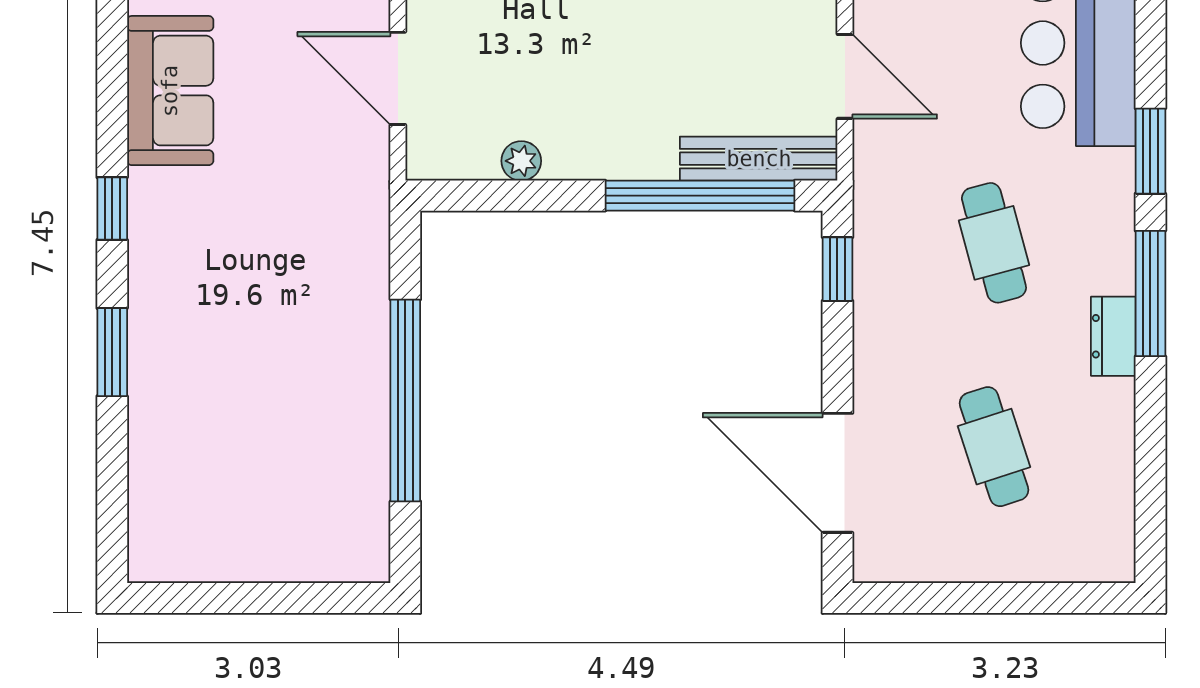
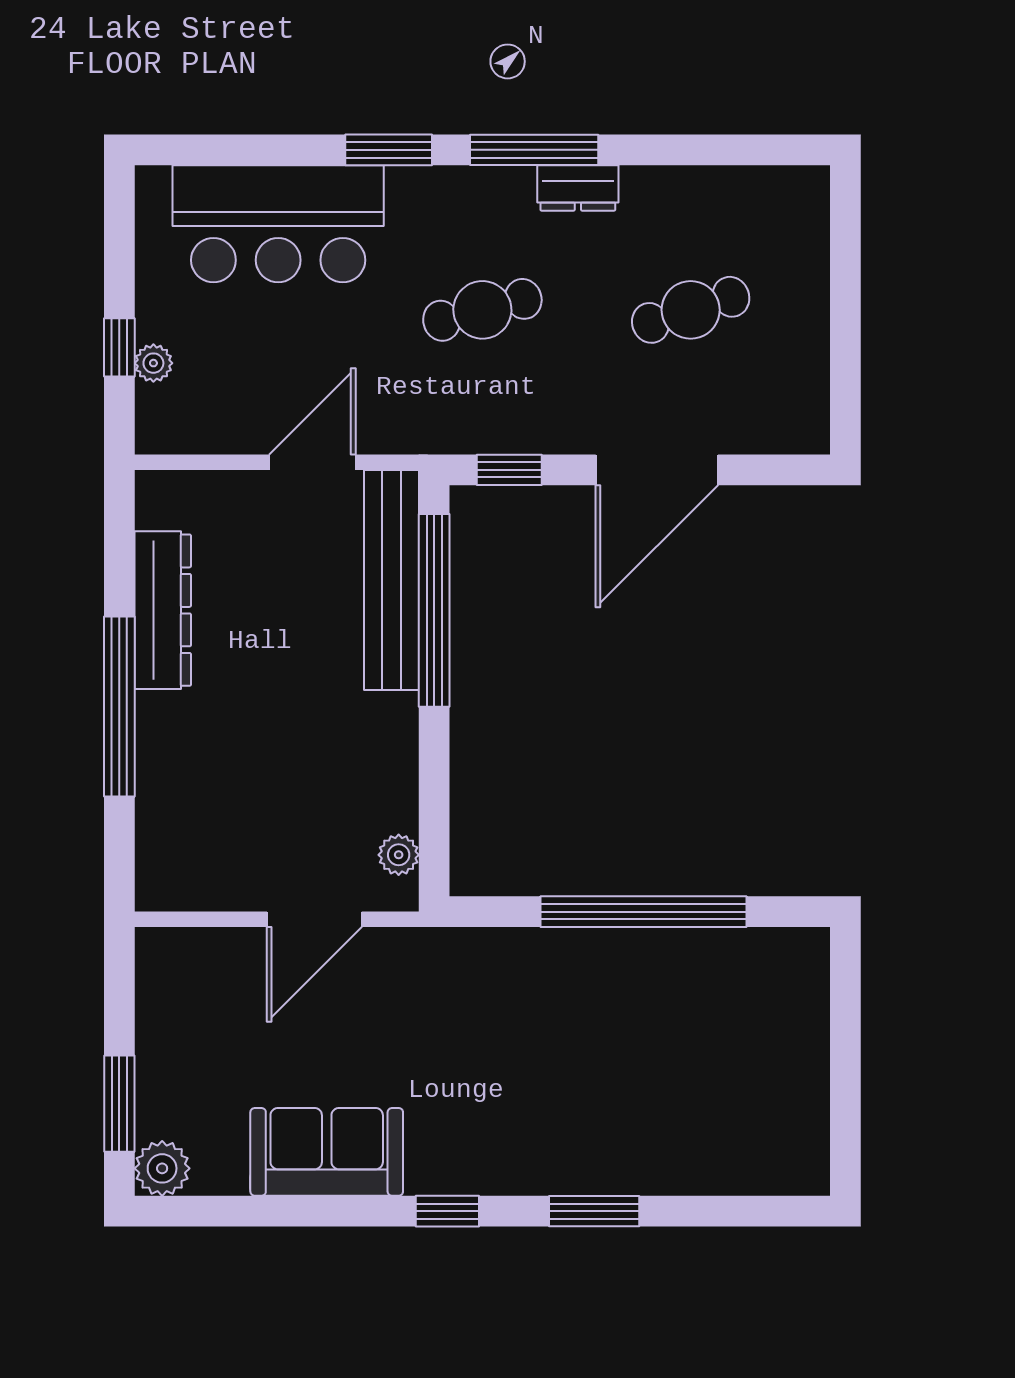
bench: (759, 159) -> (392, 580), width x1.37, depth x1.21
plant: (521, 161) -> (399, 855), moved
door: (837, 473) -> (657, 470), moved

